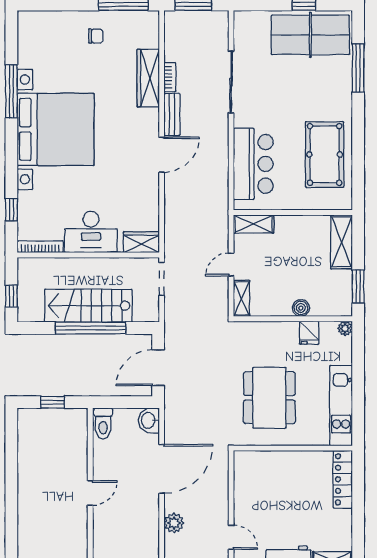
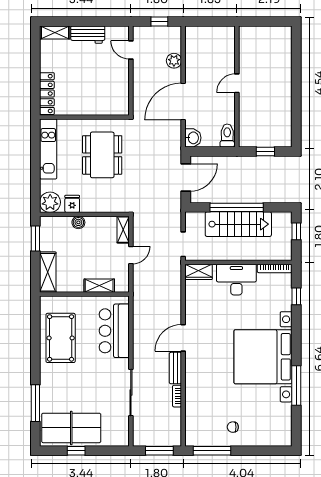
wardrobe: (148, 78) -> (193, 395), removed
shelving: (254, 224) -> (99, 286), moved
plant: (345, 328) -> (50, 202), width x1.88, depth x1.88

